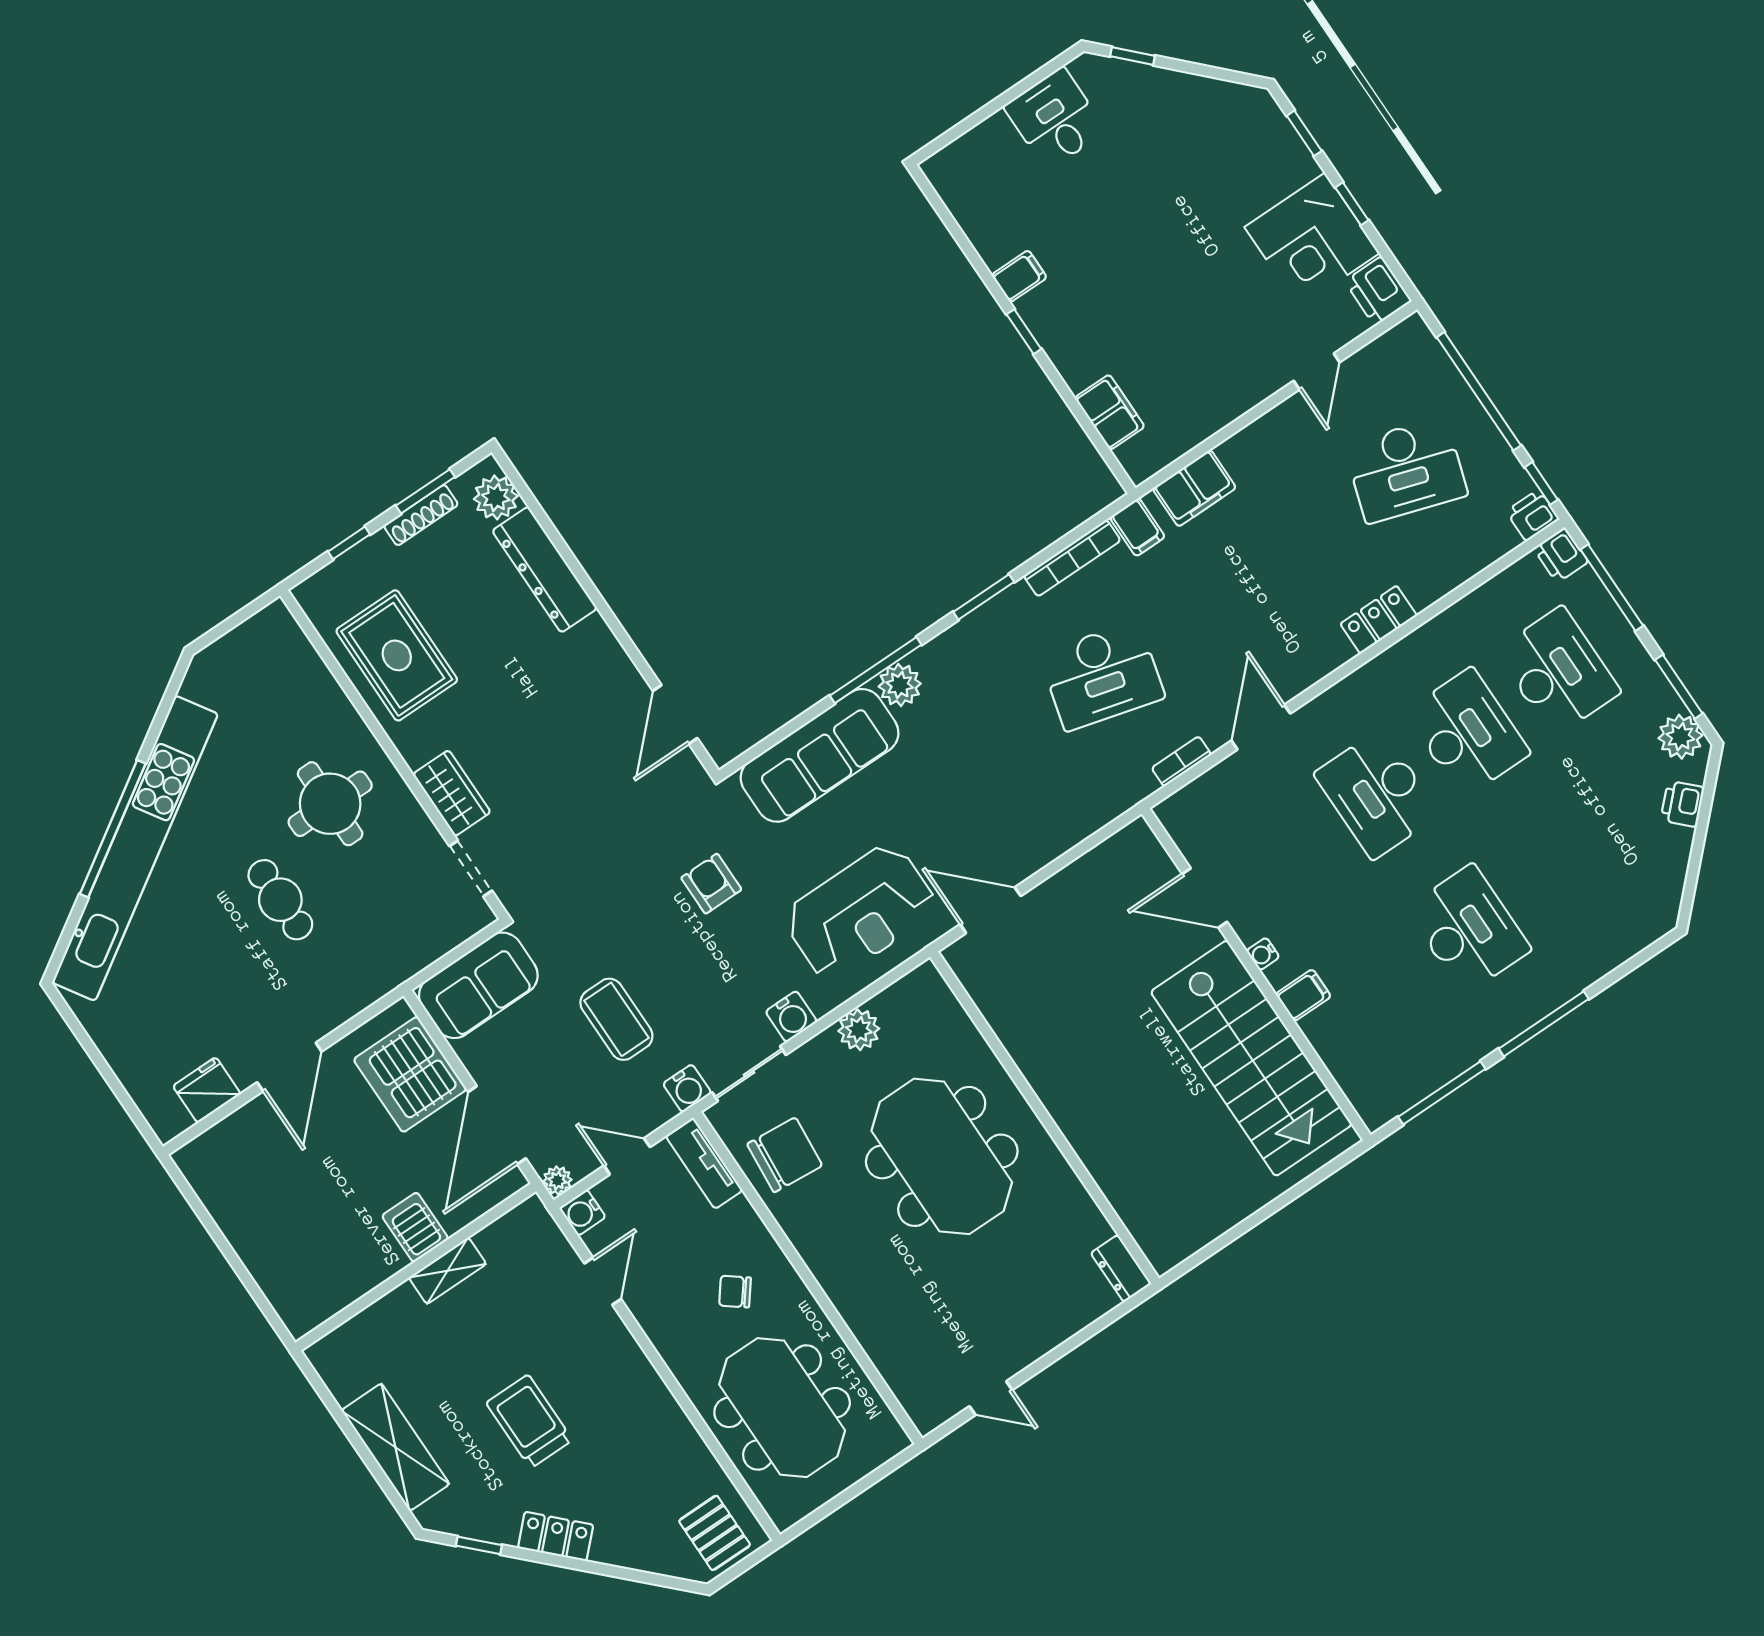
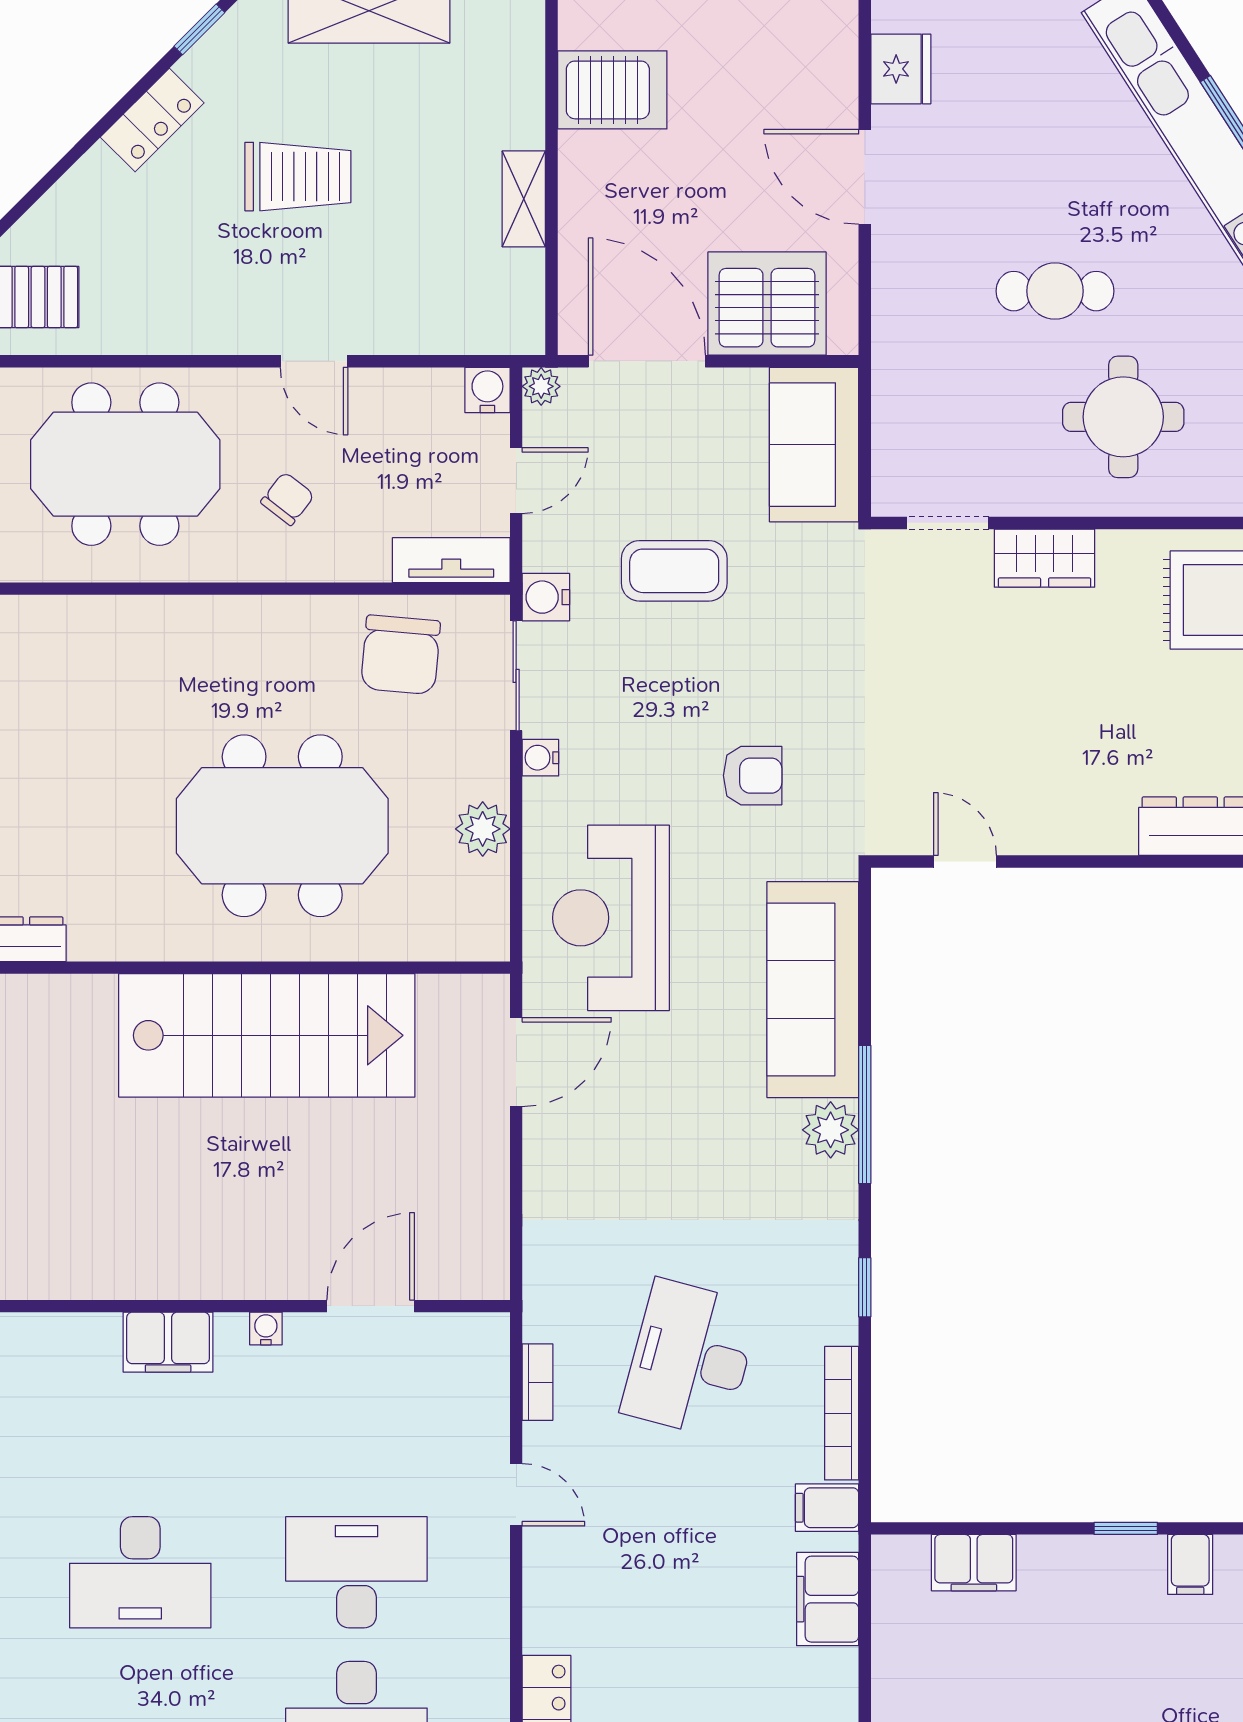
window: (984, 597) -> (865, 1287), width x0.67
door: (675, 715) -> (965, 861), width x0.73
door: (1261, 727) -> (516, 1495), width x0.73
filing cabinet: (1303, 995) -> (168, 1342), width x2.00
water cooler: (791, 1017) -> (540, 758), width x0.72, depth x0.72
stairs: (1251, 1058) -> (267, 1035), moved, turned 180
server rack: (415, 1227) -> (612, 90), moved, width x1.36, depth x1.44
door: (603, 1281) -> (314, 361), moved

